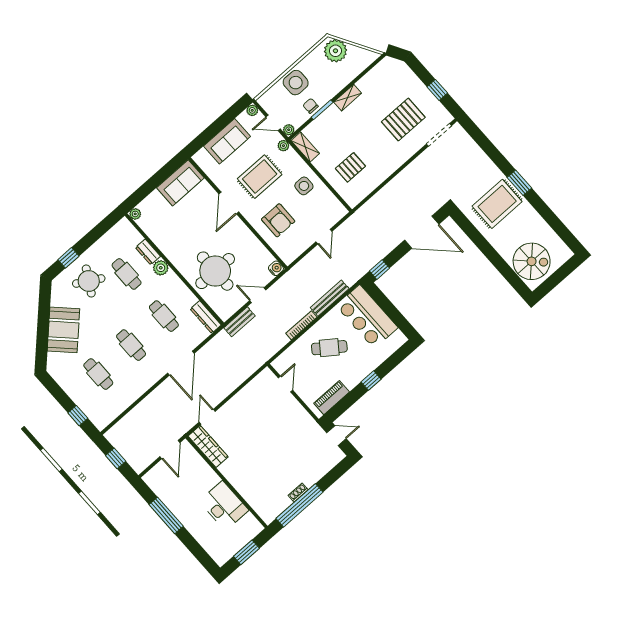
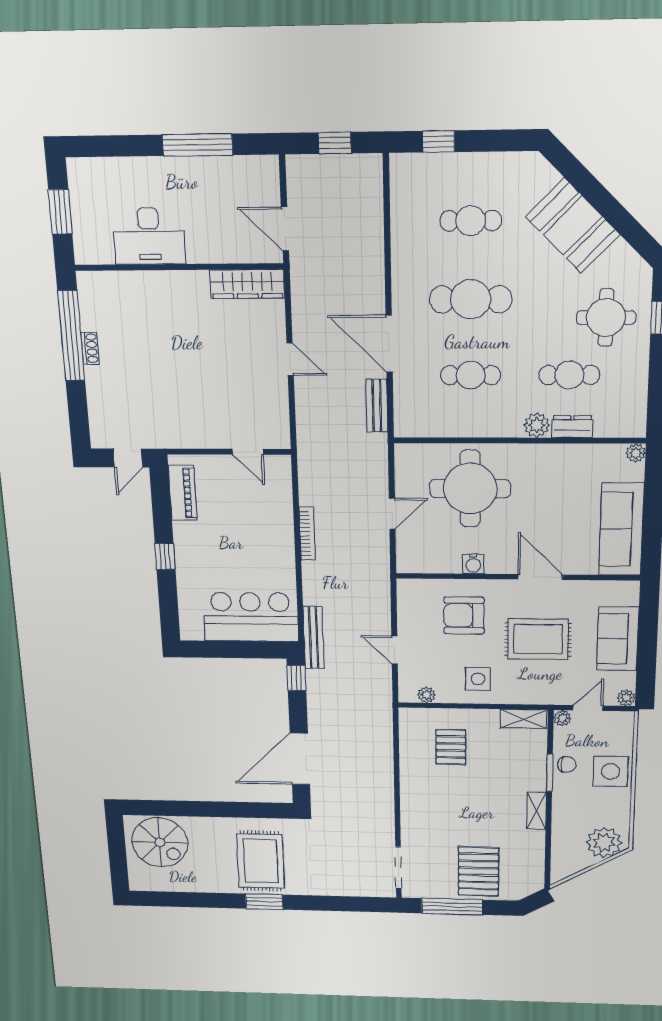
window: (437, 90) -> (452, 907), width x2.17
pallet: (403, 120) -> (478, 871), moved
plant: (283, 146) -> (427, 695), moved
rug: (260, 177) -> (538, 639), turned 90
sofa: (180, 183) -> (621, 529), width x1.36
spiral stairs: (532, 261) -> (160, 842), turned -90
water cooler: (276, 268) -> (473, 564), moved
round table: (89, 281) -> (606, 317), turned -30
bench: (330, 298) -> (314, 638), moved
dresser: (206, 317) -> (422, 427), removed
bench: (239, 322) -> (377, 406), moved
cafe table: (131, 345) -> (471, 299), width x1.37, depth x1.35
cafe table: (329, 348) -> (249, 542), removed
door: (207, 417) -> (290, 359), moved

